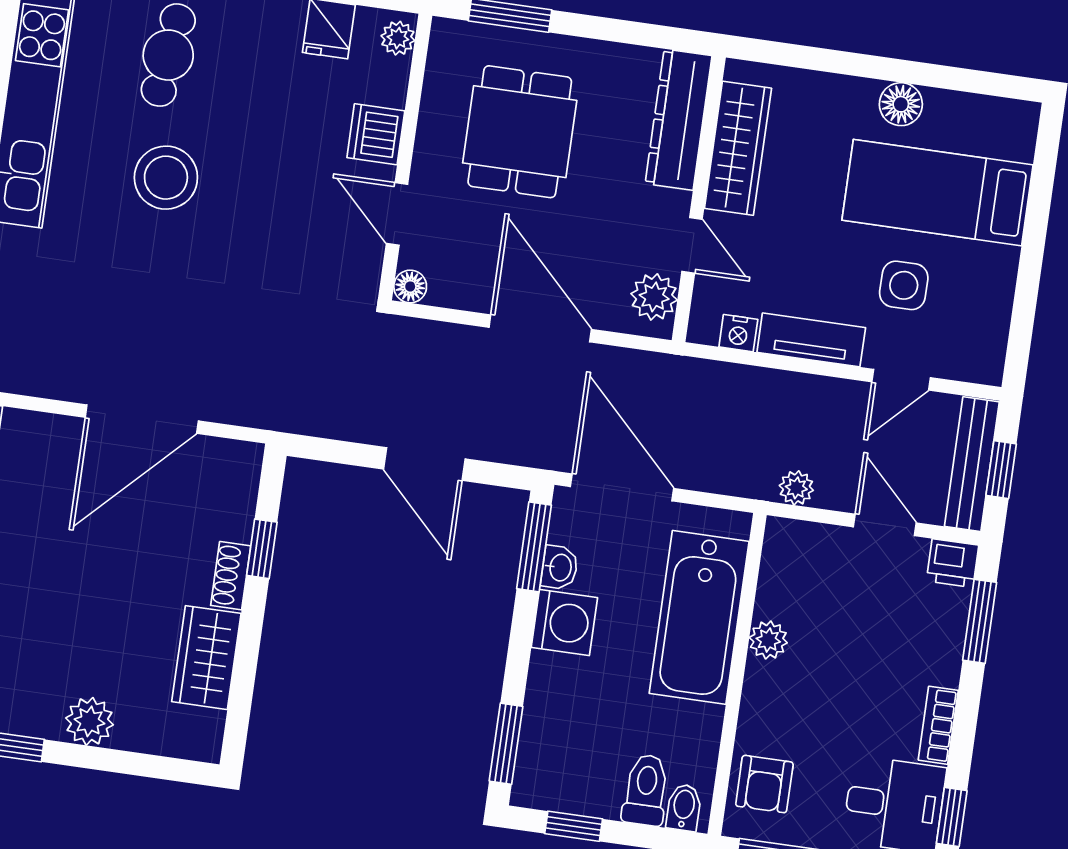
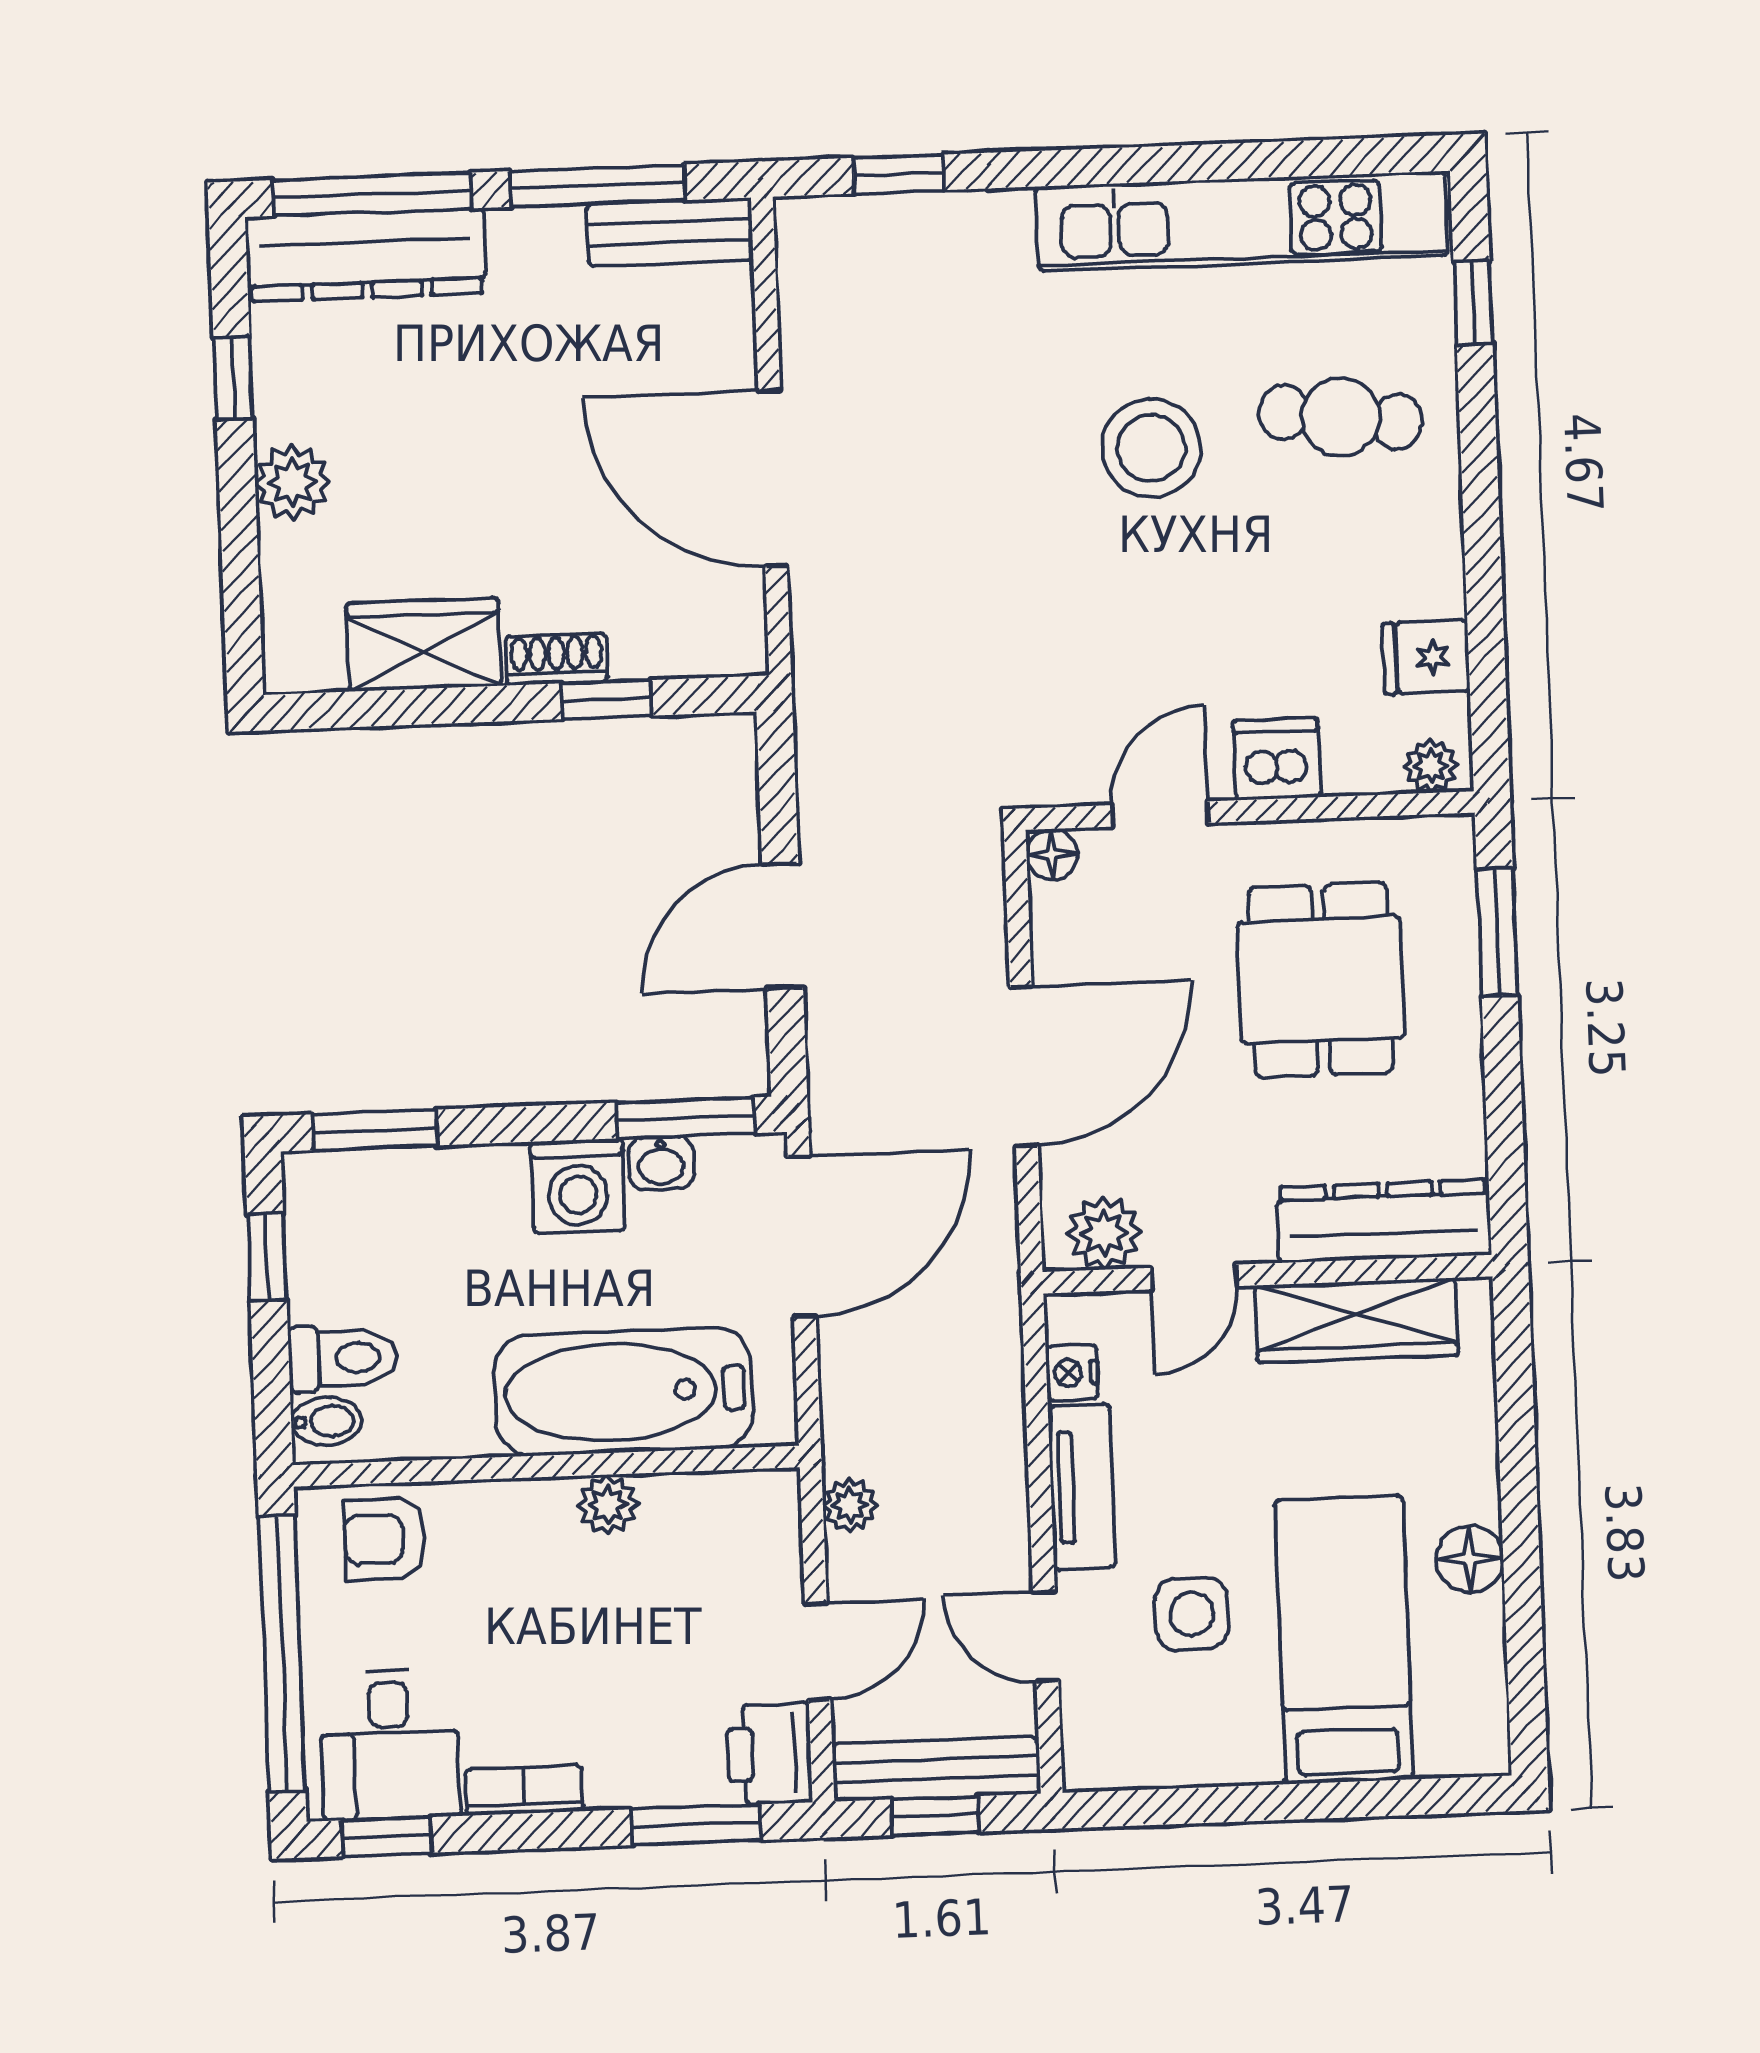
dining table: (520, 132) -> (1321, 980), turned 90
printer: (953, 563) -> (769, 1754), width x1.36, depth x1.24

